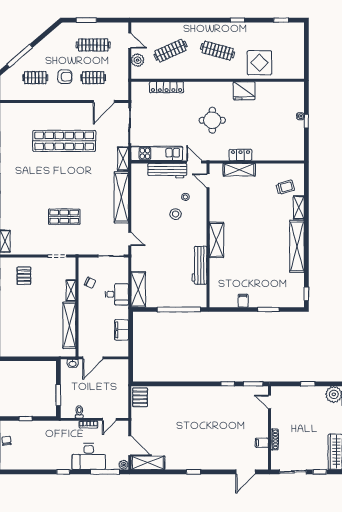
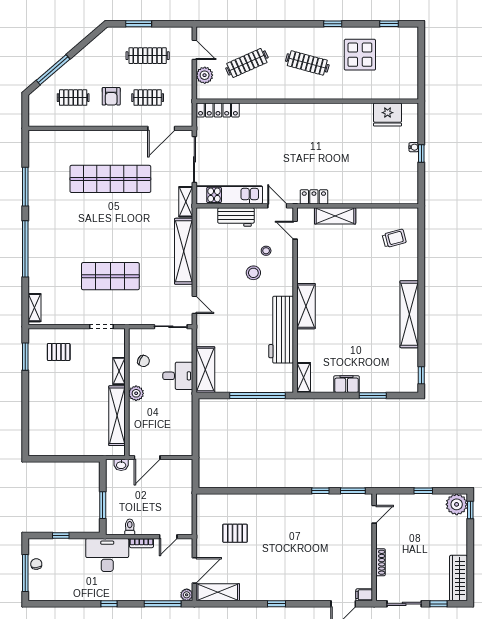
display table: (259, 63) -> (360, 55), moved
armchair: (65, 77) -> (111, 96), turned 90
locker: (167, 87) -> (218, 110), moved
fridge: (244, 91) -> (388, 114), moved
round table: (212, 120) -> (301, 152), removed
locker: (240, 155) -> (314, 197), moved
workbench: (167, 171) -> (236, 217), width x0.73
shelving: (299, 208) -> (304, 377), moved
shop shelf: (64, 217) -> (110, 276), width x1.43, depth x1.36
workbench: (199, 265) -> (281, 330), width x1.36, depth x1.32
pallet: (24, 276) -> (59, 352), turned 90
filing cabinet: (243, 301) -> (347, 384), width x2.00
plant: (84, 308) -> (136, 393), added
filing cabinet: (121, 330) -> (184, 422), removed
pallet: (140, 397) -> (235, 533), moved, turned 90
door: (270, 402) -> (374, 514), swing flipped
filing cabinet: (262, 443) -> (364, 595), moved
door: (130, 446) -> (194, 570), hinge flipped
desk: (89, 457) -> (107, 555), moved, turned 180

